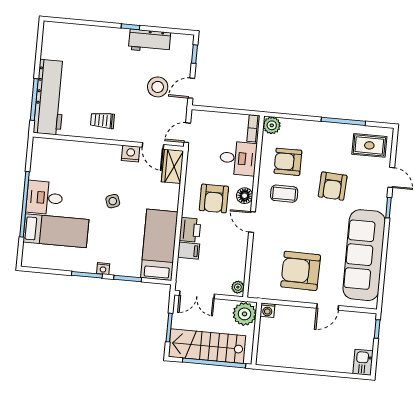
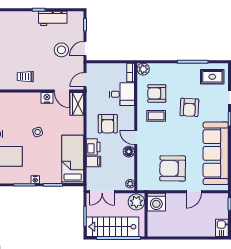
floor lamp: (245, 196) -> (129, 152), moved
washing machine: (267, 310) -> (156, 202), width x1.89, depth x1.89

